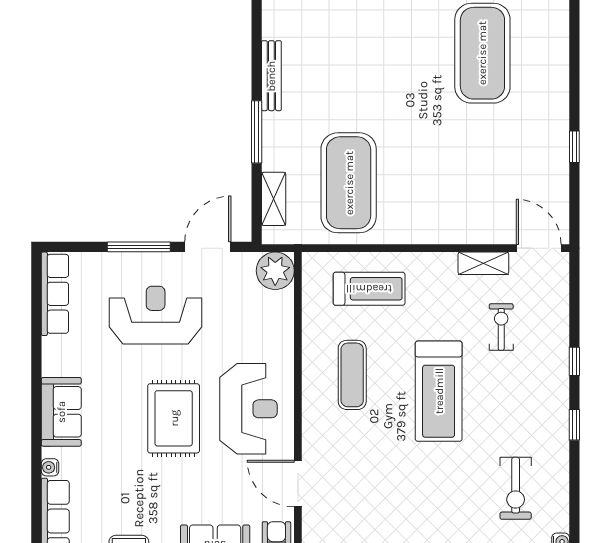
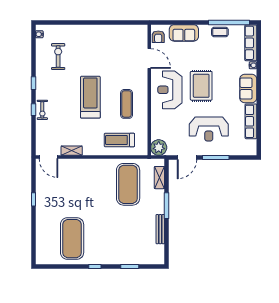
row of seats: (55, 294) -> (251, 121), moved
exercise bike: (501, 327) -> (42, 110), moved

